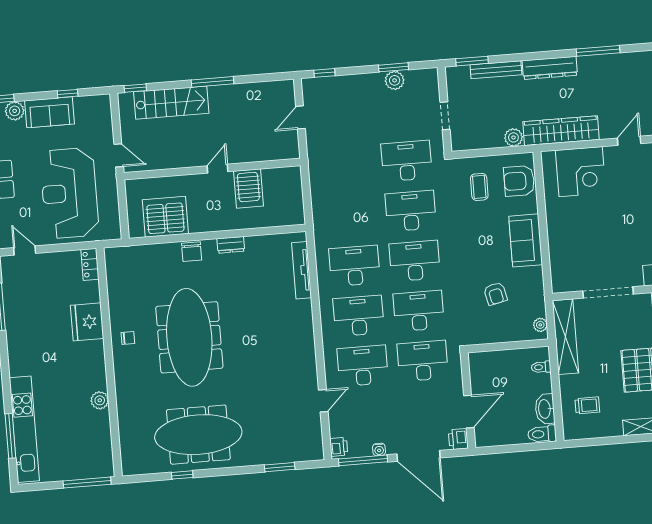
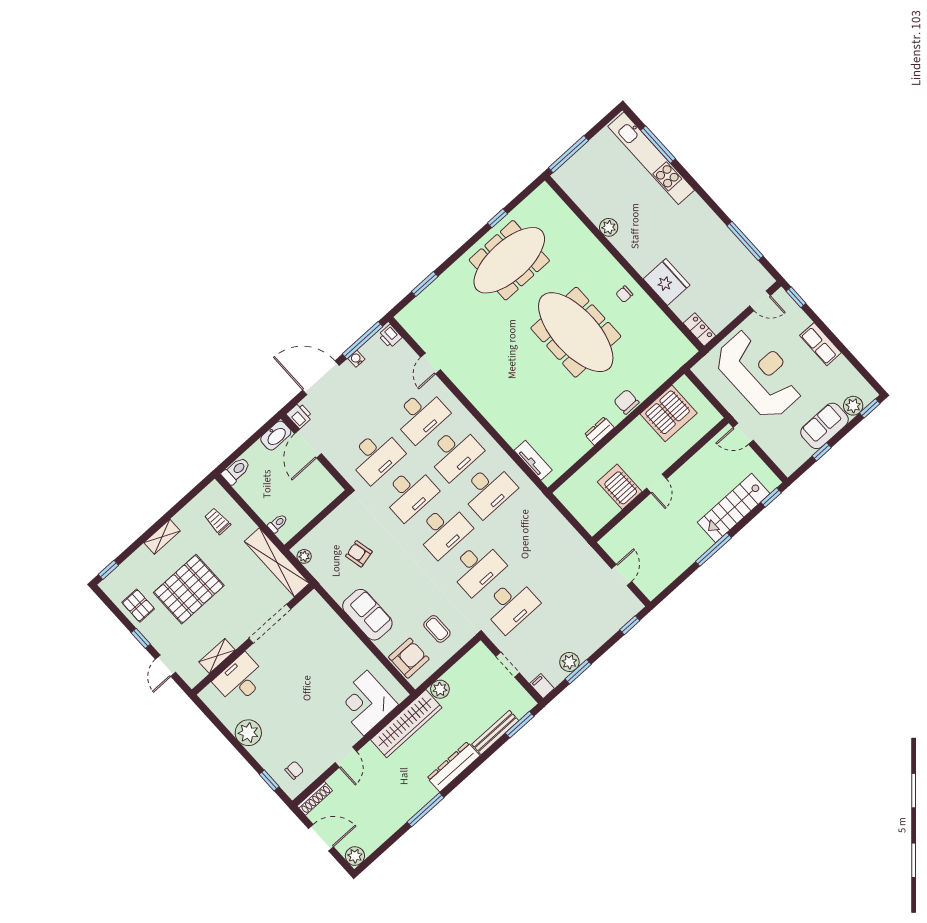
filing cabinet: (431, 78) -> (542, 686), added
tv unit: (302, 270) -> (533, 460), width x0.71
trolley: (587, 405) -> (217, 521), turned 90
washbasin: (545, 409) -> (276, 436), moved, turned 90

